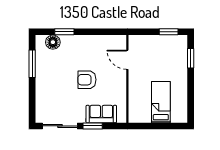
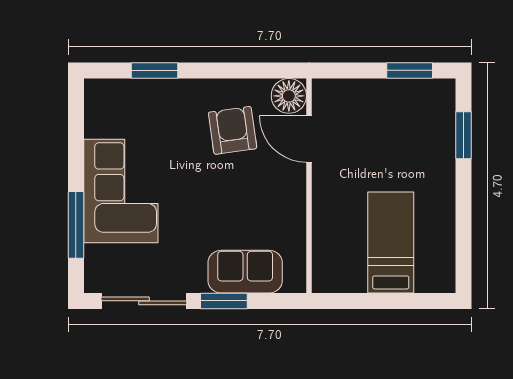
floor lamp: (53, 42) -> (289, 96), moved
window: (32, 64) -> (76, 225), moved
armchair: (87, 80) -> (233, 130), moved, turned 82
corner sofa: (50, 81) -> (121, 191), added

